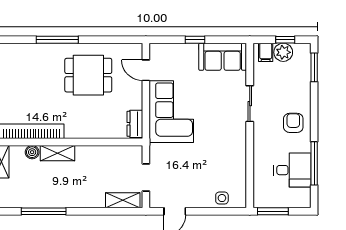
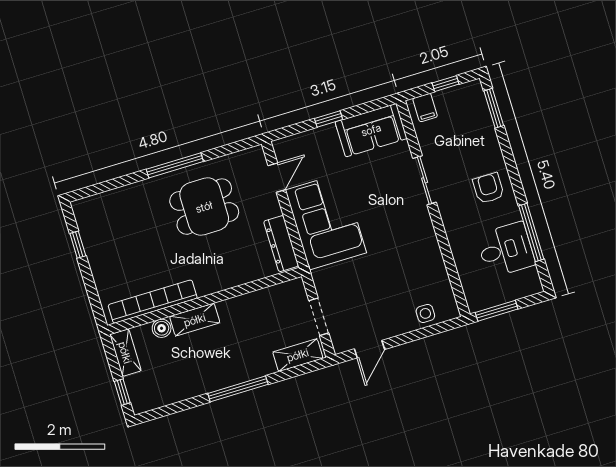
window: (57, 40) -> (175, 165), moved
plant: (283, 52) -> (448, 101), removed
door: (146, 70) -> (277, 178), swing flipped
dresser: (135, 124) -> (281, 244), width x1.44
window: (44, 211) -> (238, 389), moved

